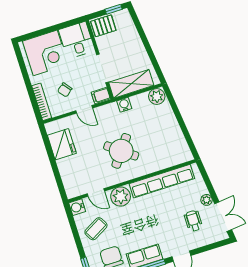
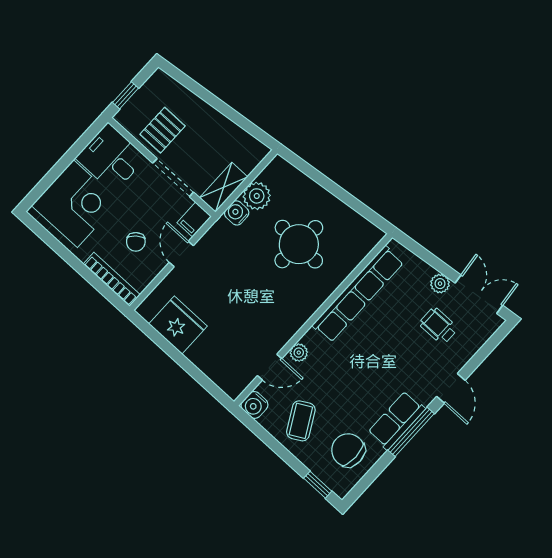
window: (114, 9) -> (126, 95), moved
pallet: (103, 26) -> (163, 130), moved
shelving: (131, 84) -> (224, 187), width x0.67, depth x0.75
plant: (157, 97) -> (257, 196), moved
door: (84, 109) -> (181, 254), swing flipped
round table: (121, 151) -> (299, 244), moved, turned -34
plant: (121, 197) -> (299, 353), width x0.53, depth x0.53

